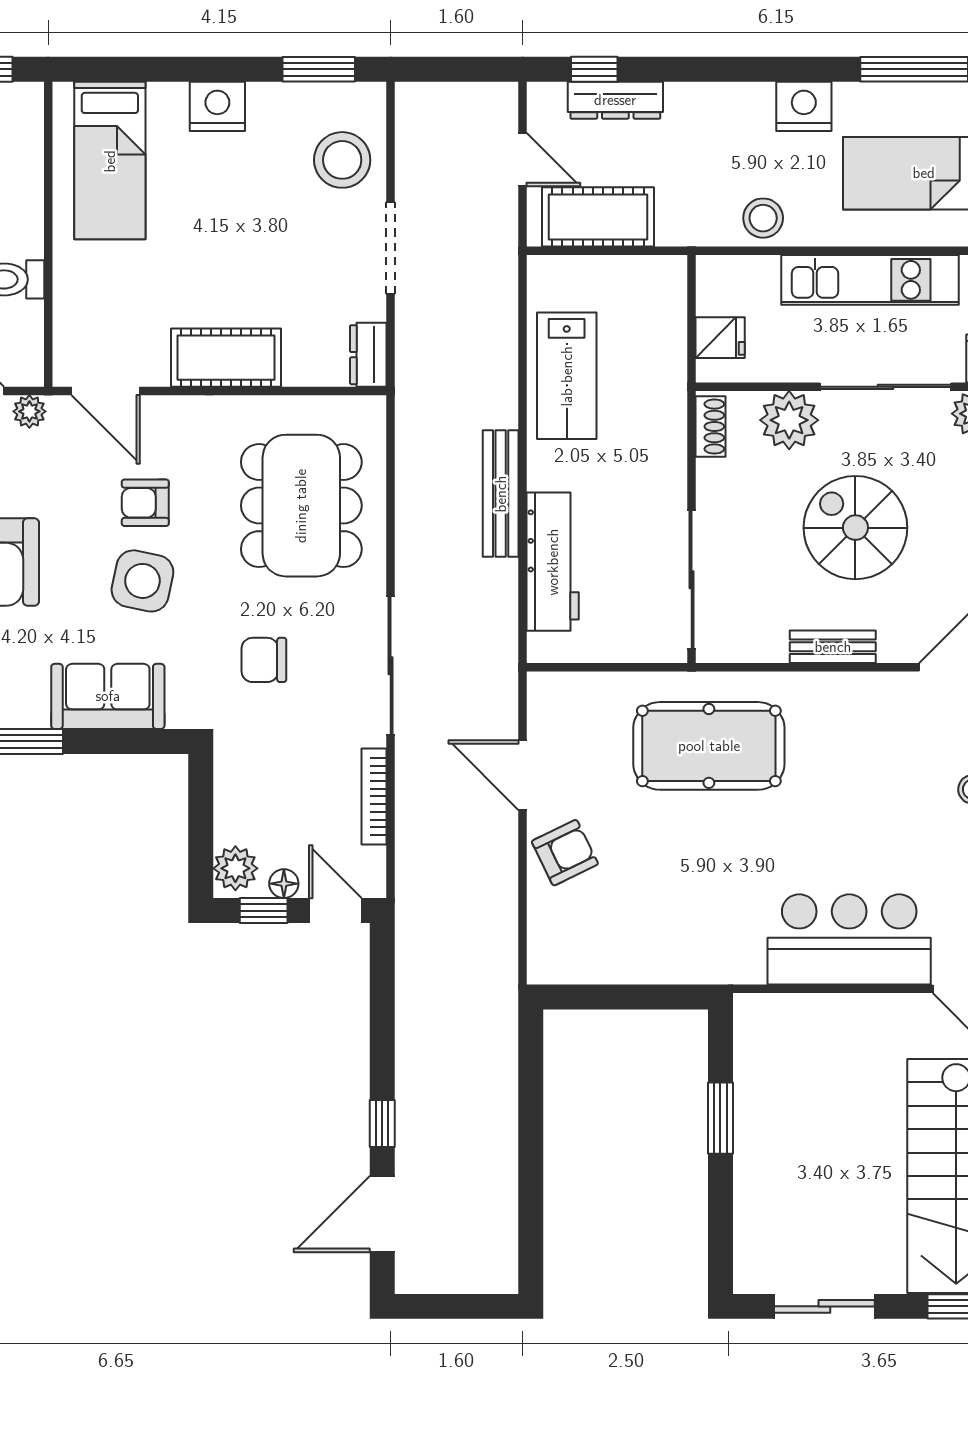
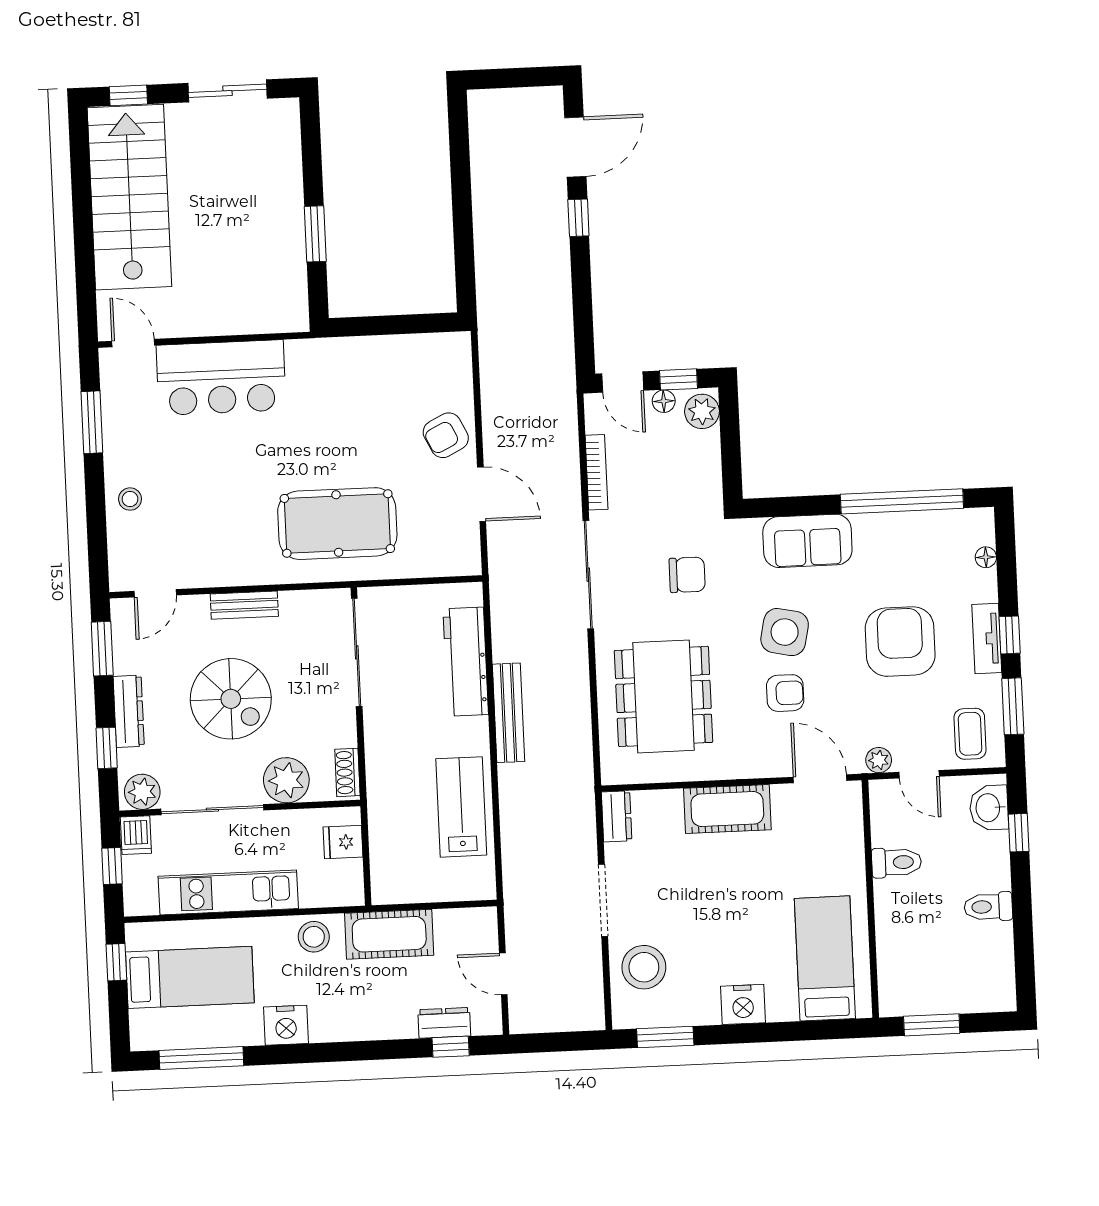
dresser: (615, 100) -> (444, 1023), width x0.70
cot: (598, 217) -> (389, 934), moved

